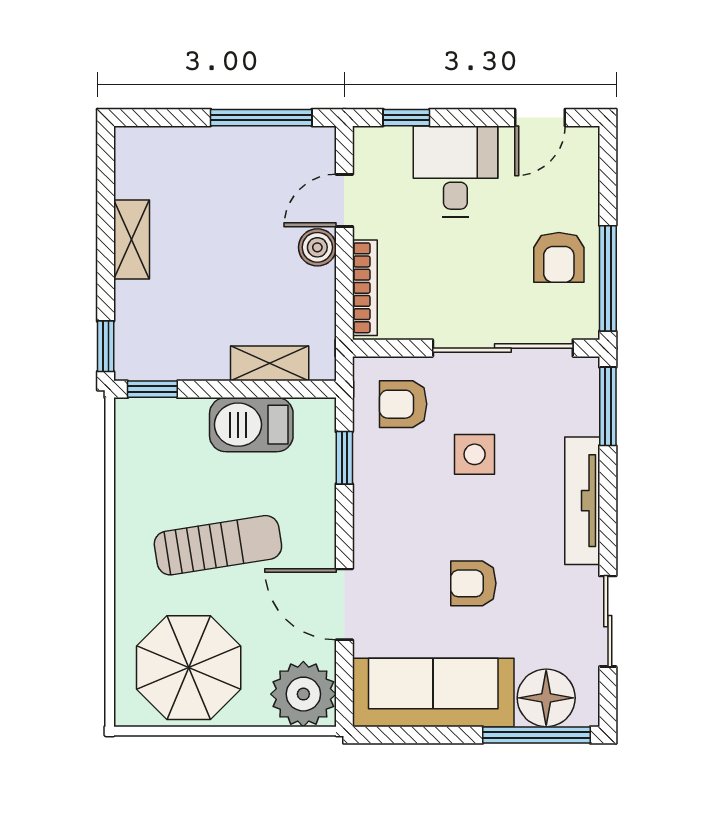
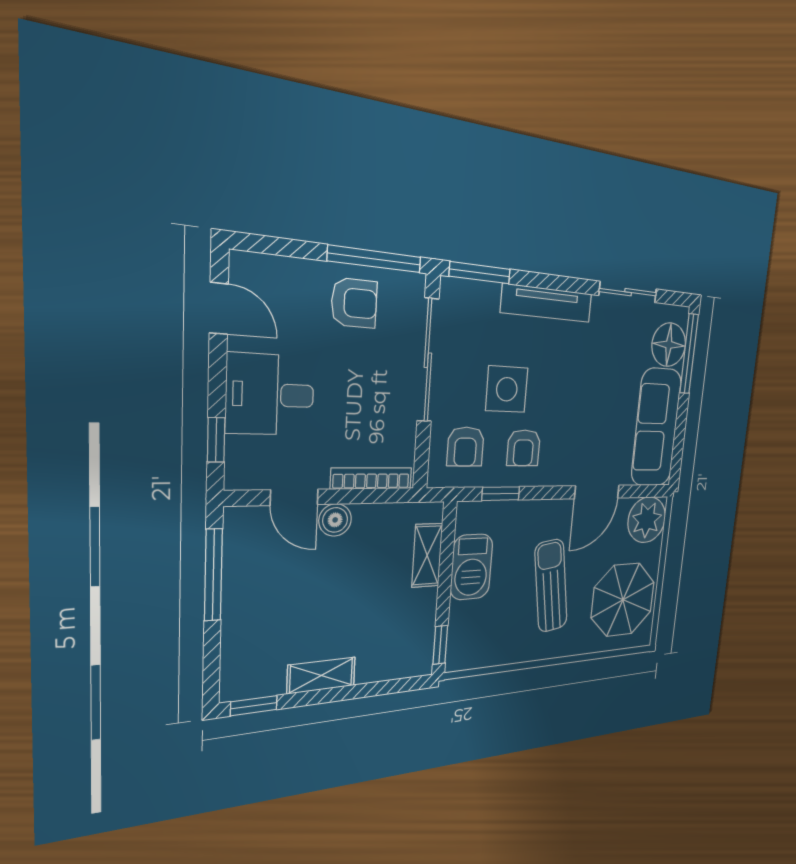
window: (106, 346) -> (254, 706), moved
side table: (475, 454) -> (507, 389), width x1.37, depth x1.37
armchair: (473, 583) -> (524, 448), moved

